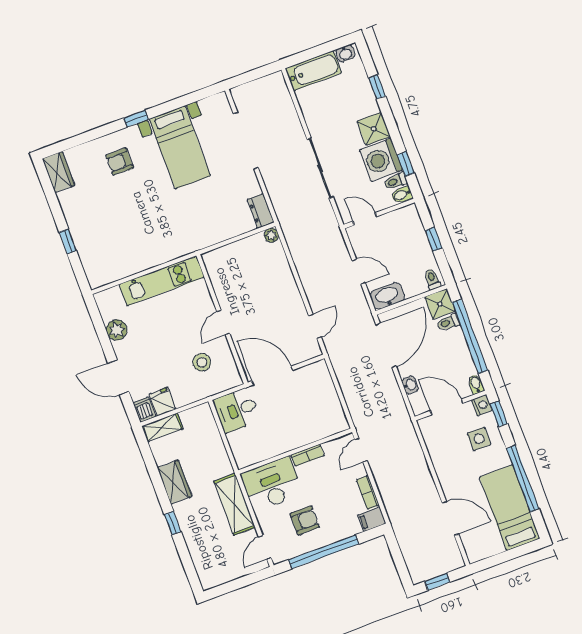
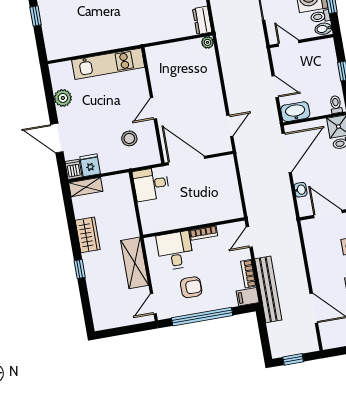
desk: (272, 484) -> (175, 251), width x0.73
bench: (394, 506) -> (268, 289), added

